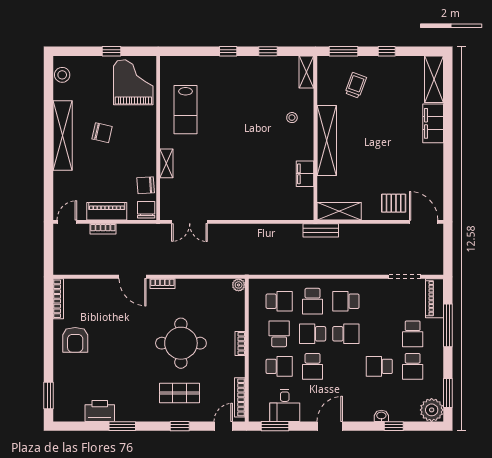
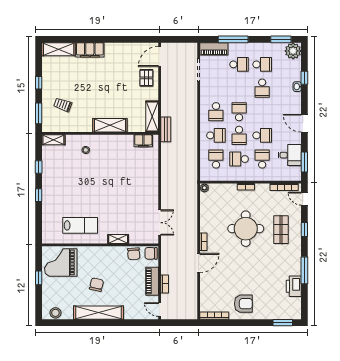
shelving: (327, 141) -> (110, 125), width x0.68
filing cabinet: (305, 174) -> (143, 141), moved
window: (122, 426) -> (304, 270), width x1.44

